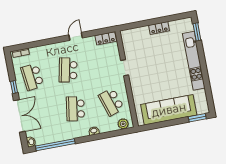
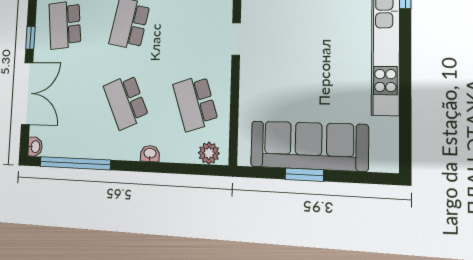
school desk: (75, 109) -> (126, 102), turned -33
window: (197, 118) -> (304, 175), moved

